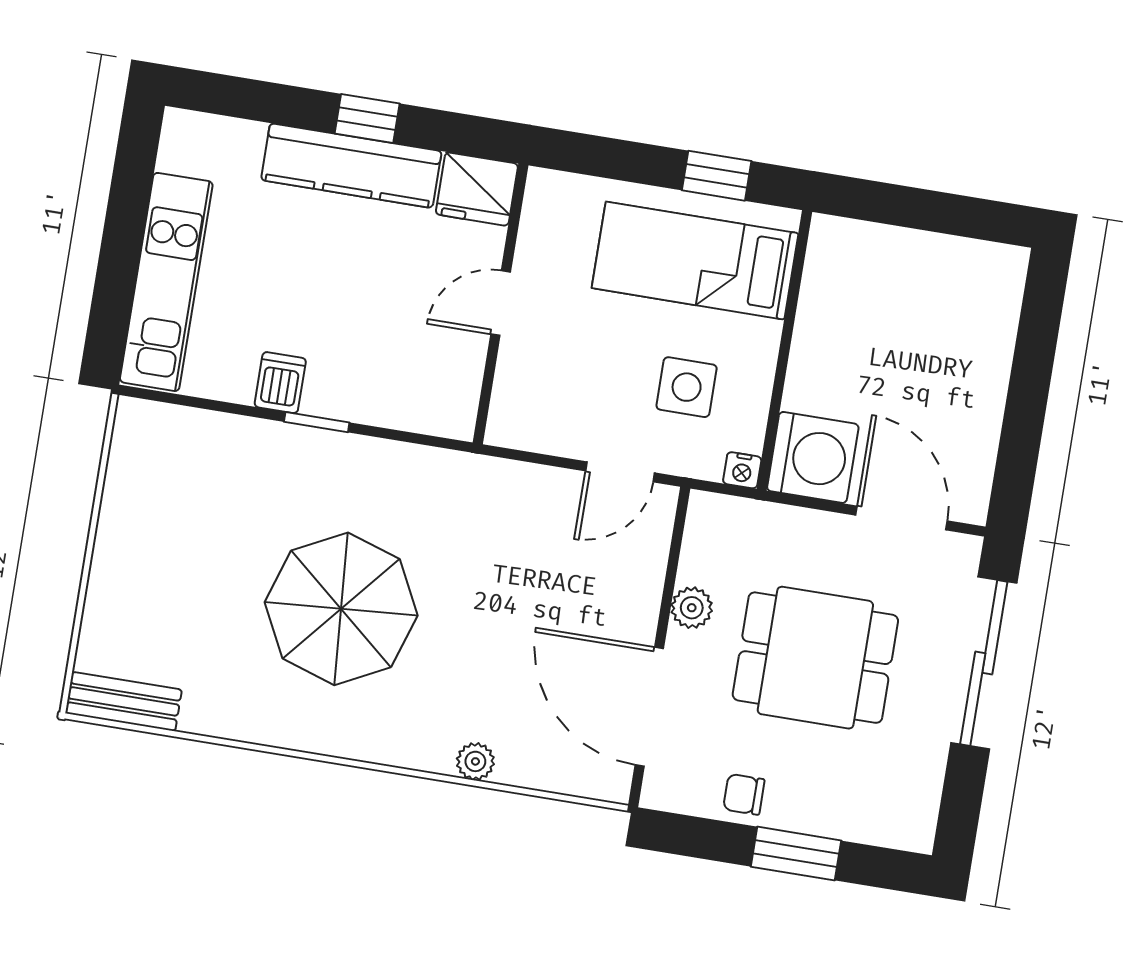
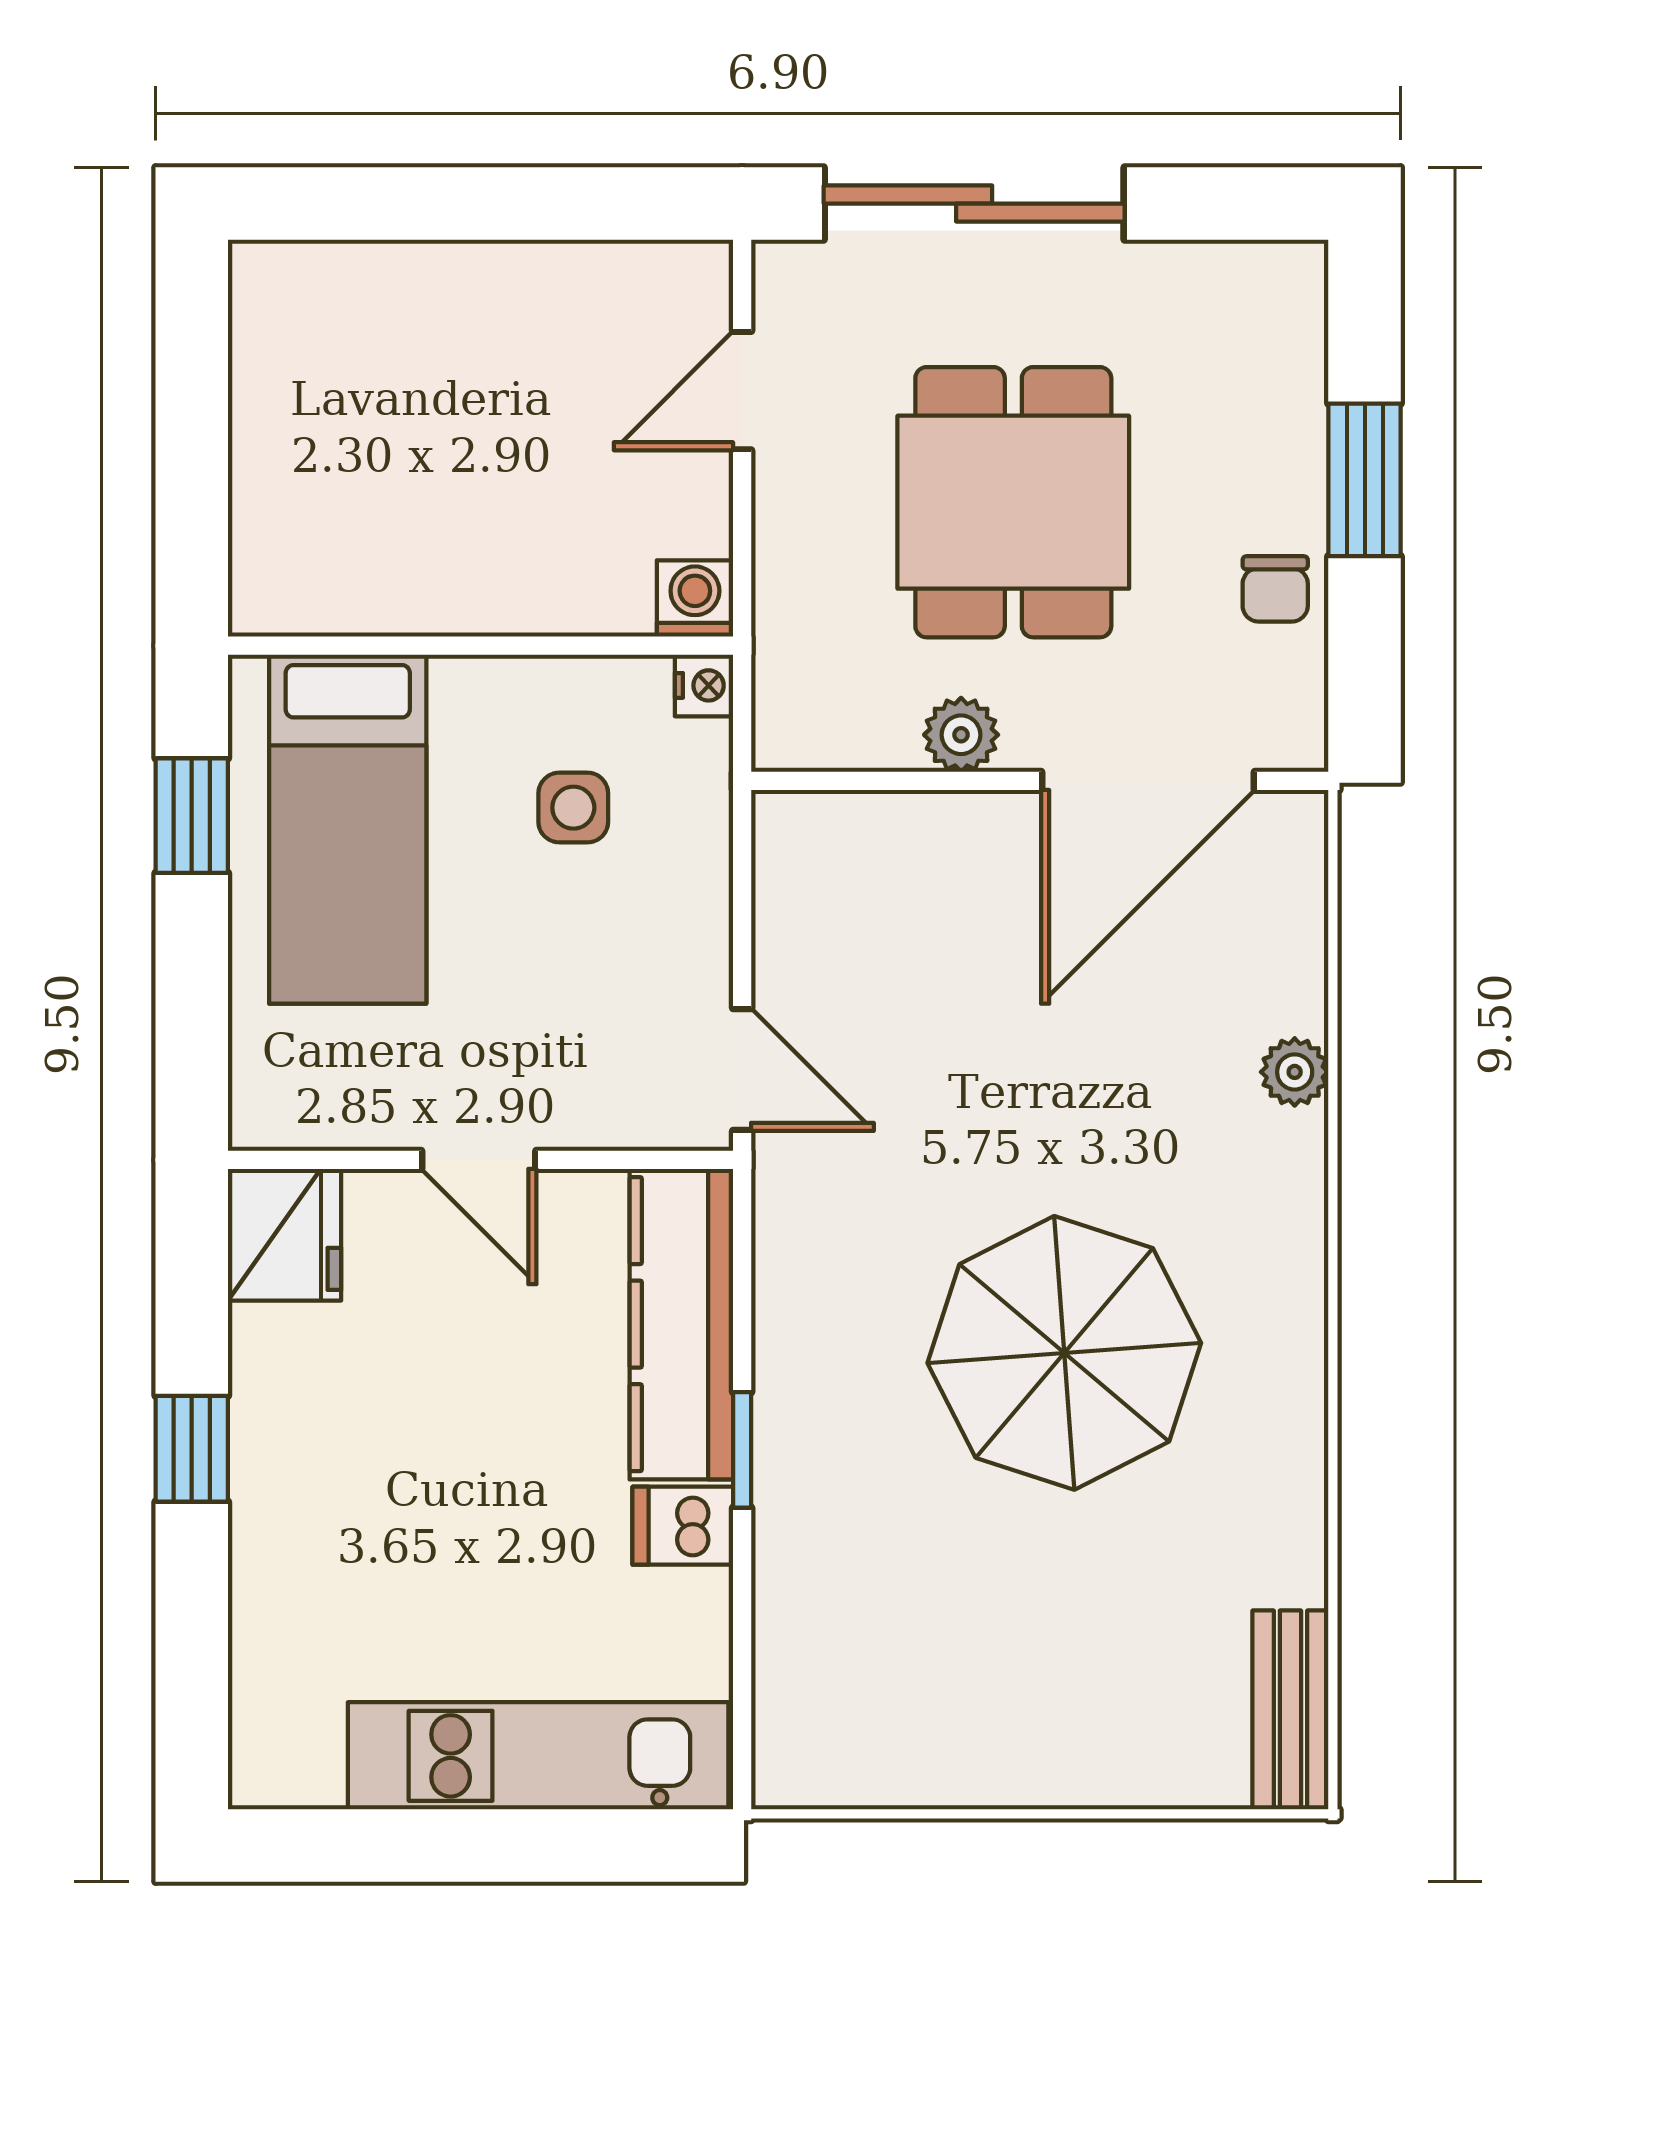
kitchen counter: (351, 166) -> (681, 1324), moved, turned 180
side table: (687, 387) -> (573, 808), width x0.73, depth x0.73
washing machine: (813, 457) -> (695, 598), width x0.53, depth x0.53
door: (620, 472) -> (742, 1070), moved
door: (901, 518) -> (742, 391), width x0.73

